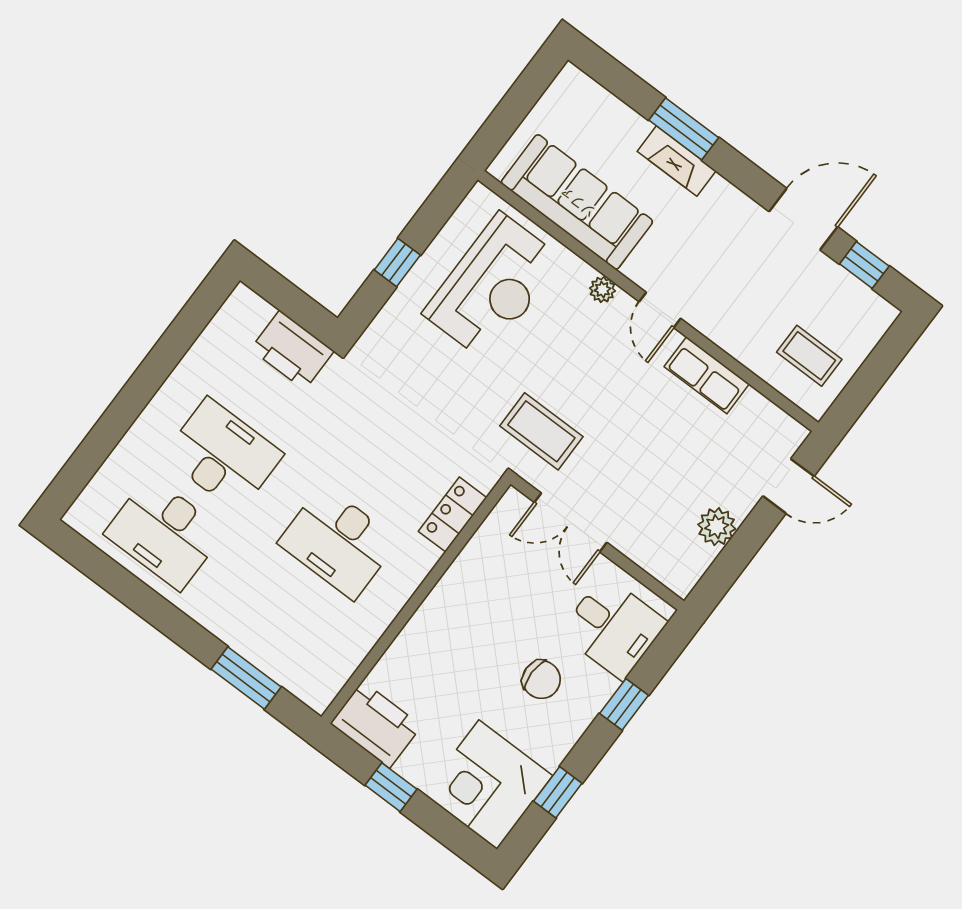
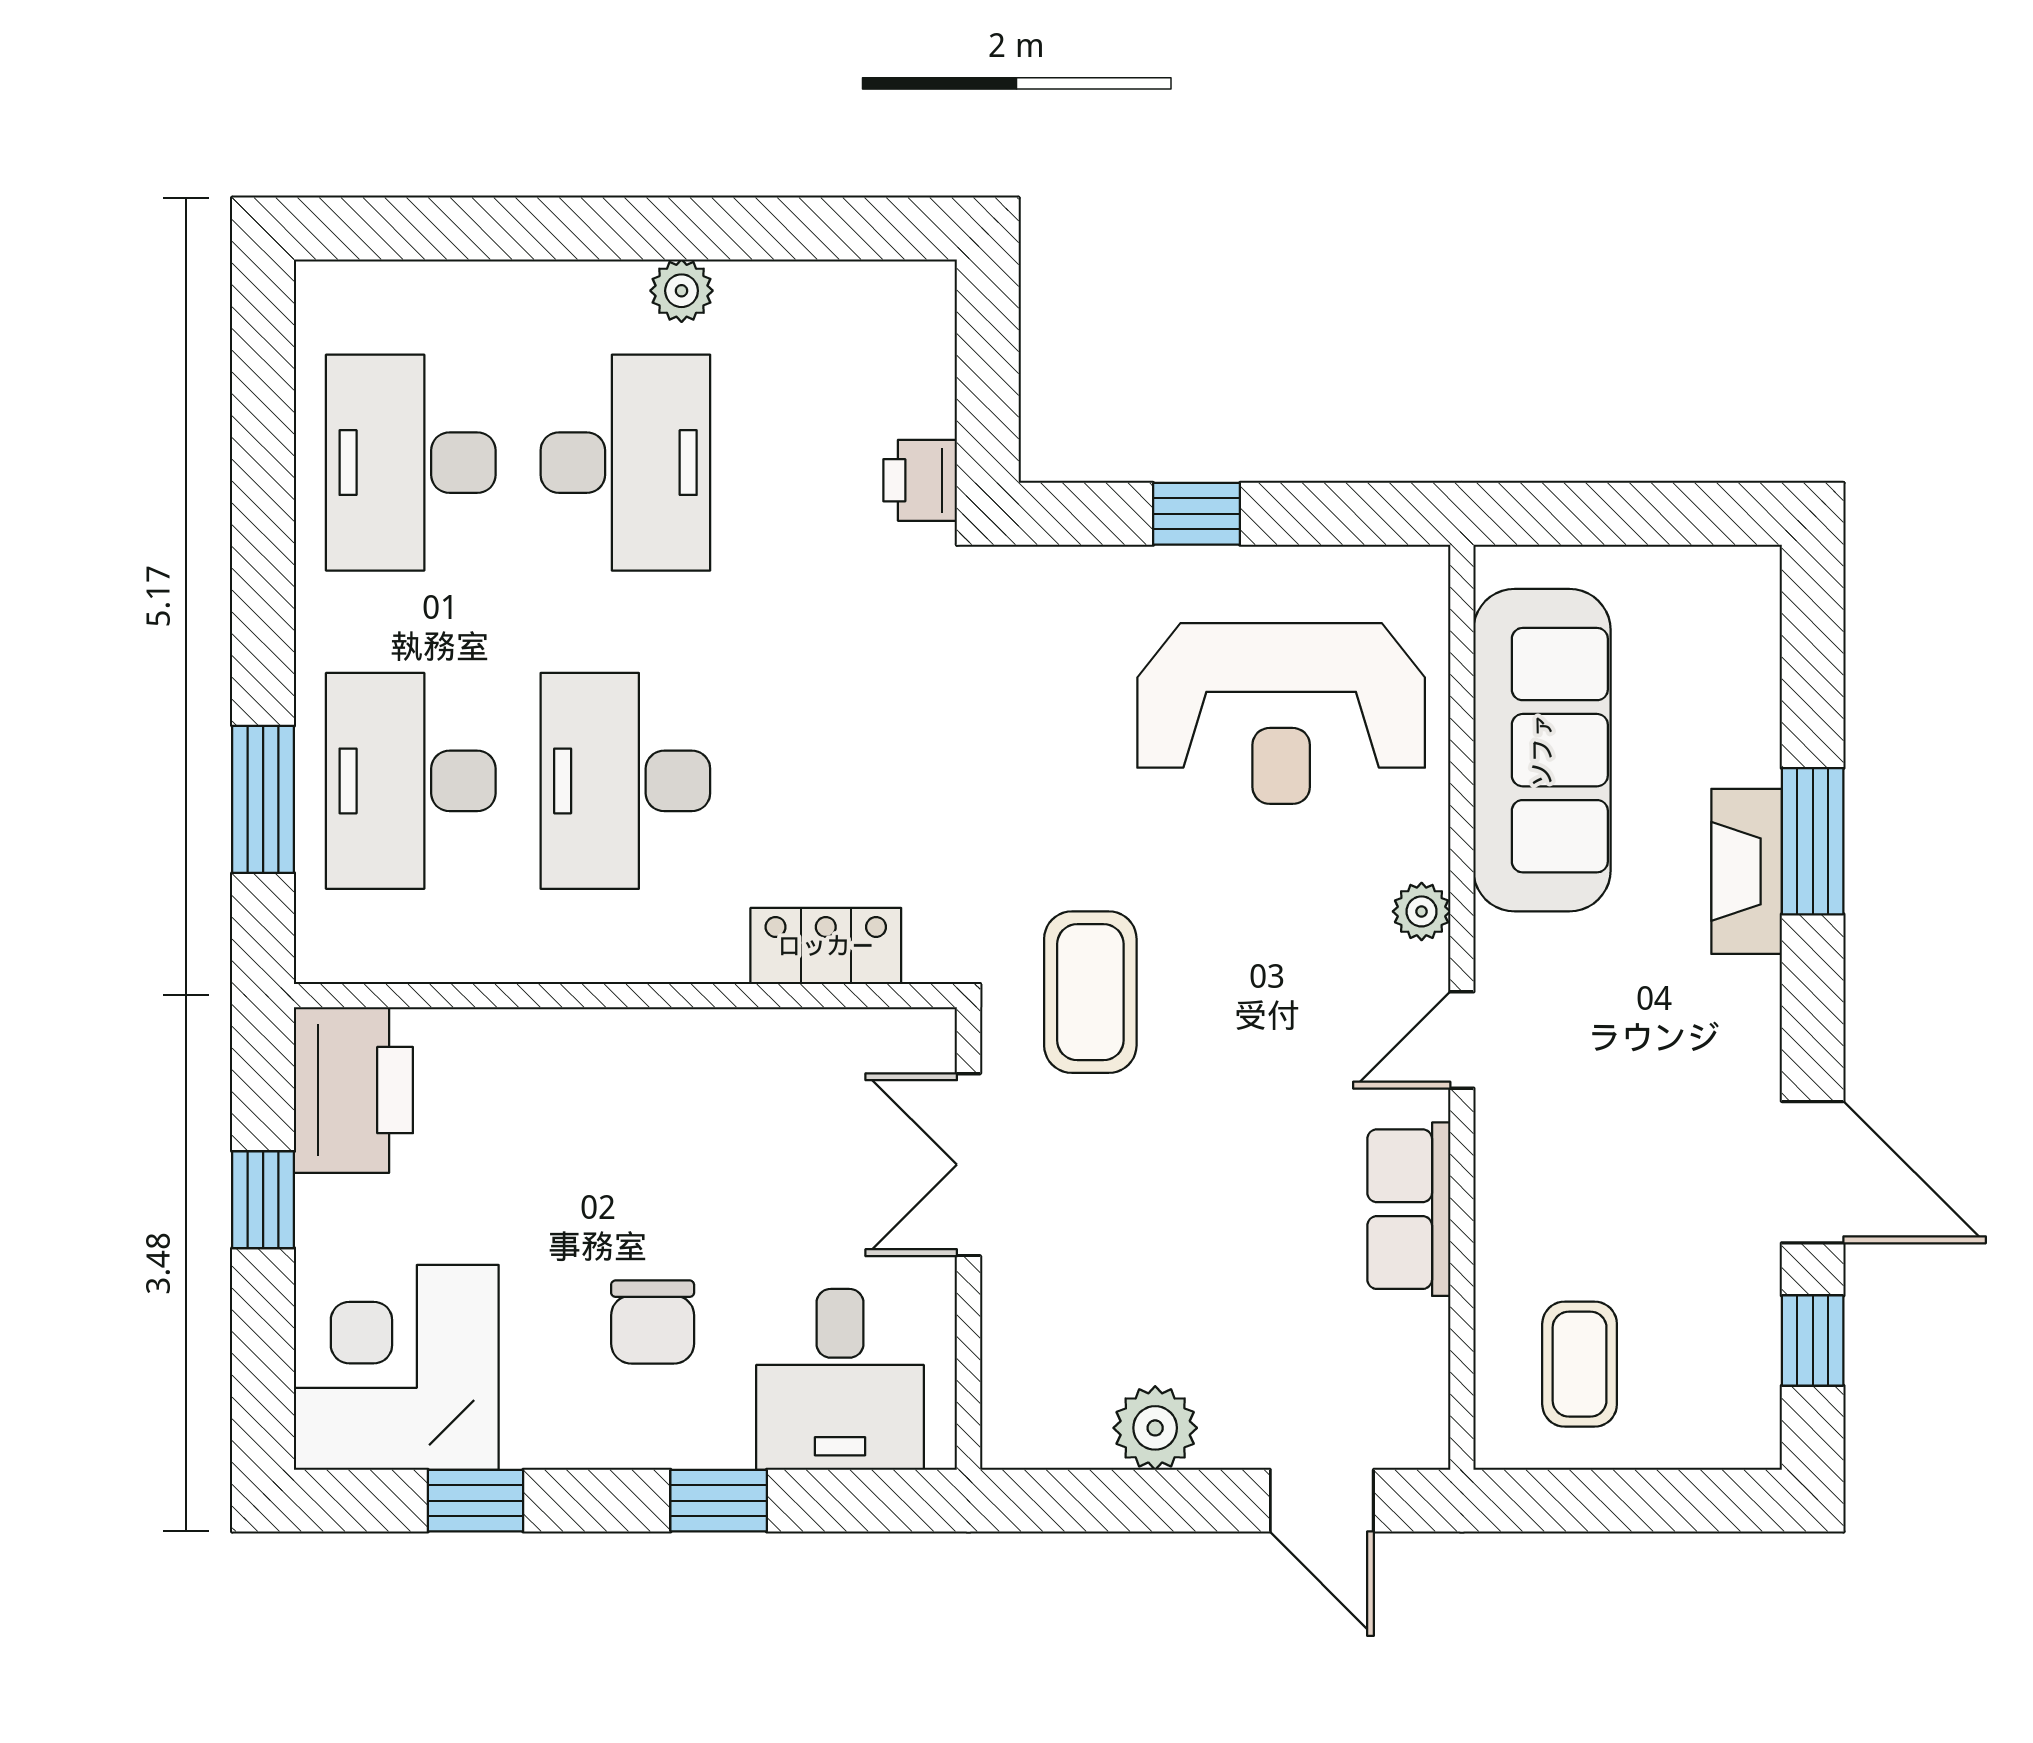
printer: (292, 350) -> (920, 480), width x0.53, depth x0.68
plant: (176, 388) -> (682, 291), added
desk: (280, 620) -> (411, 781), added

